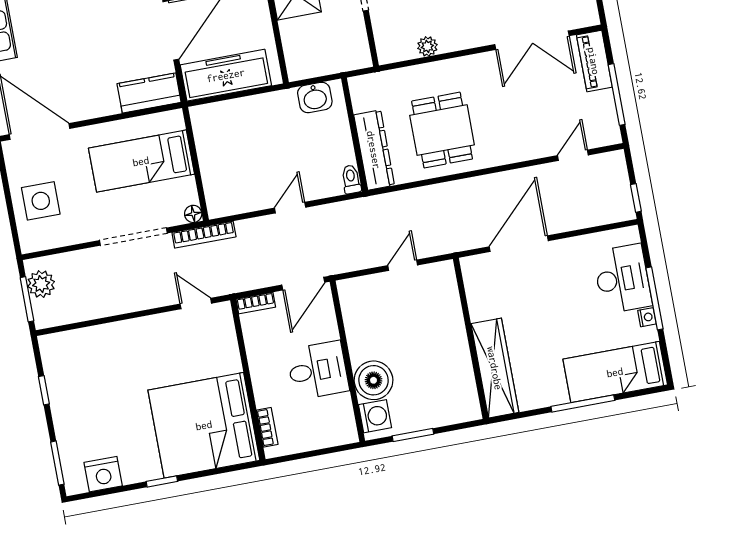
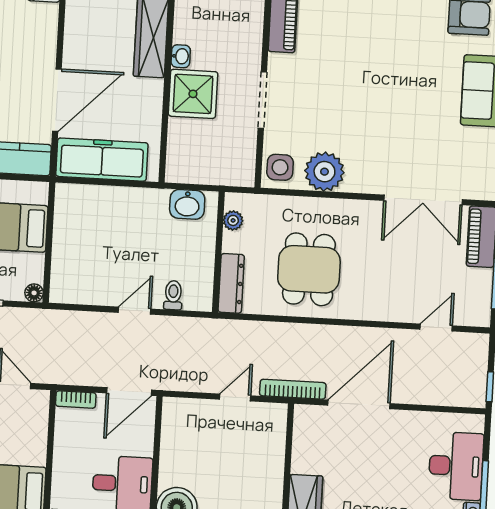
side table: (392, 42) -> (280, 167), added
plant: (427, 46) -> (324, 172), width x1.87, depth x1.87
plant: (361, 102) -> (233, 220), added
dresser: (374, 150) -> (231, 283), width x0.73, depth x0.80
toilet: (351, 179) -> (173, 295), moved
bookcase: (204, 235) -> (293, 389), moved, turned 180

